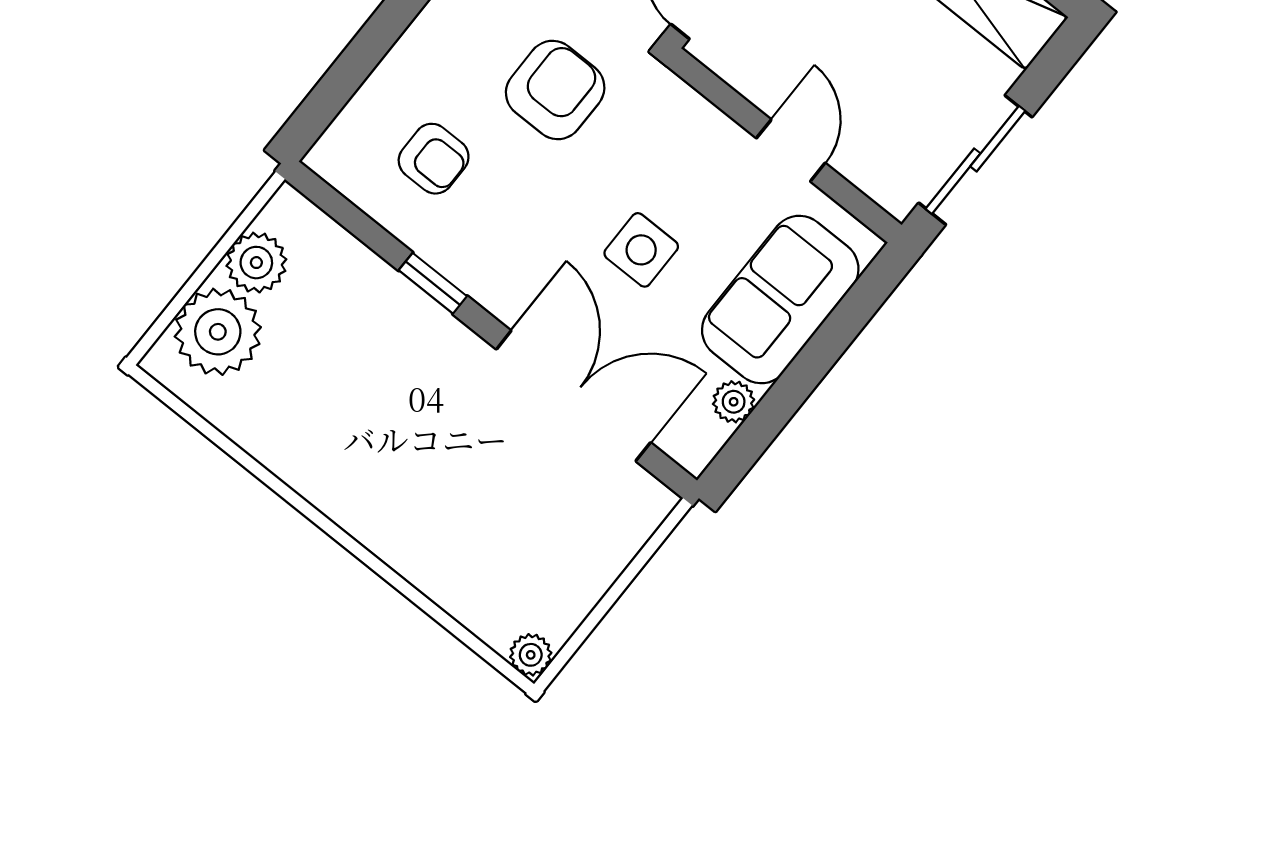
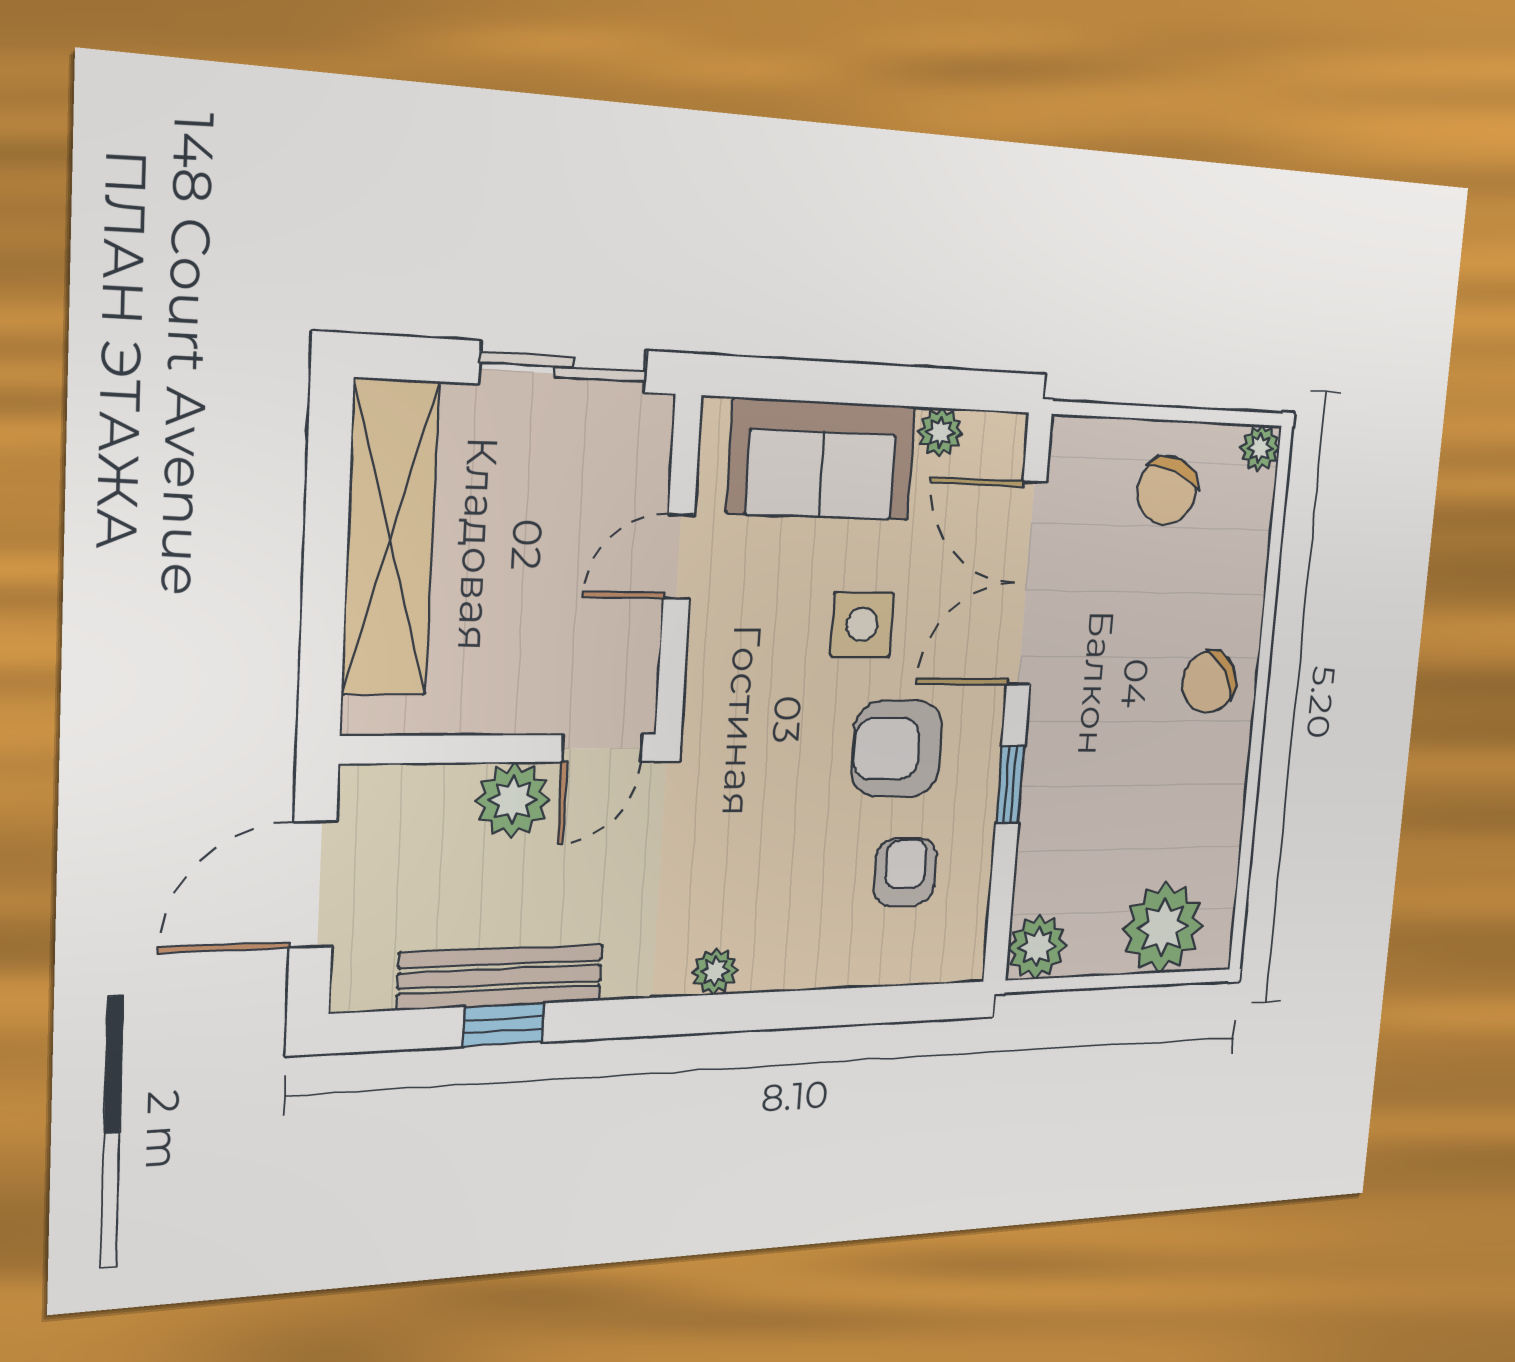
armchair: (555, 90) -> (897, 749), moved
plant: (256, 263) -> (1037, 947), moved
chair: (382, 496) -> (1209, 682), added
chair: (557, 555) -> (1167, 491), added

